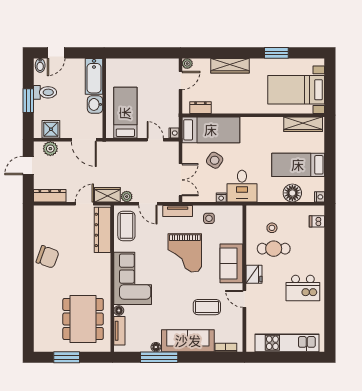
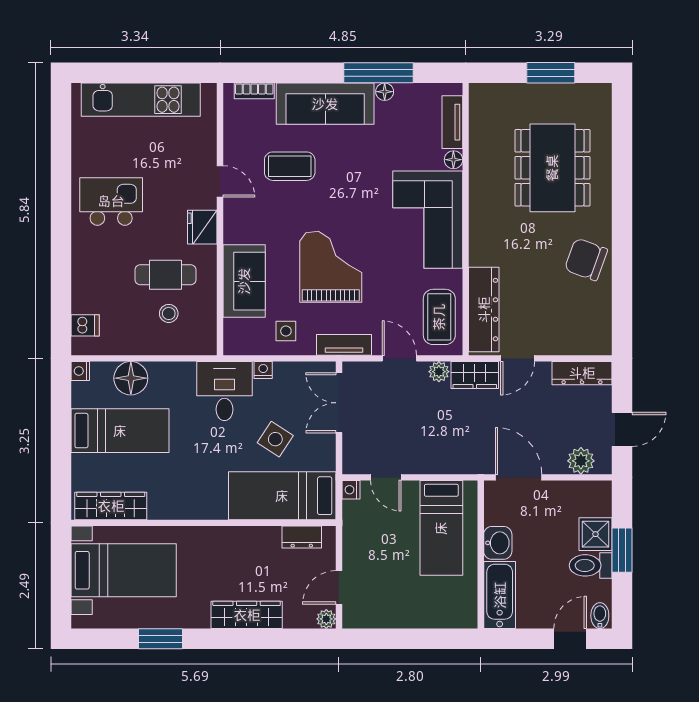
shower: (51, 129) -> (595, 534), moved
sofa: (231, 263) -> (244, 281), moved
dining table: (83, 319) -> (552, 168), moved

